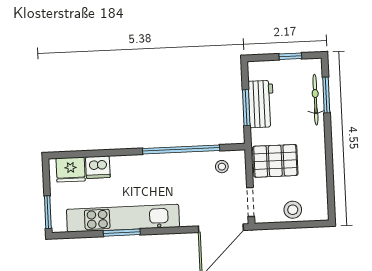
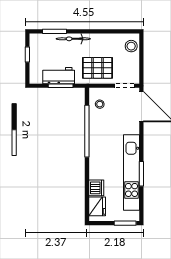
bicycle: (315, 100) -> (73, 39), moved
pallet: (275, 161) -> (97, 68), turned 90
stool: (293, 210) -> (131, 46), moved

